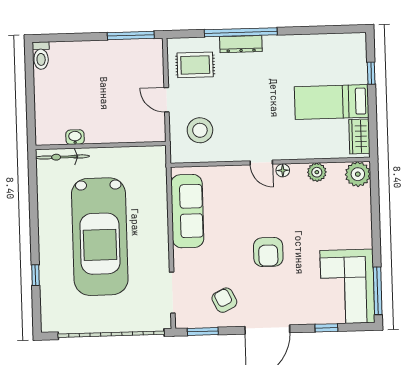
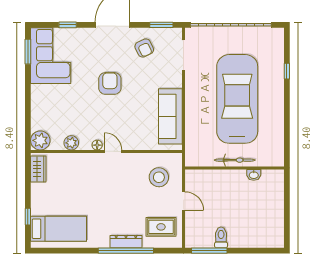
toilet: (41, 56) -> (221, 237), moved
bed: (332, 102) -> (59, 229), moved
bicycle: (63, 157) -> (235, 160), moved
window: (378, 291) -> (28, 52), width x0.69

